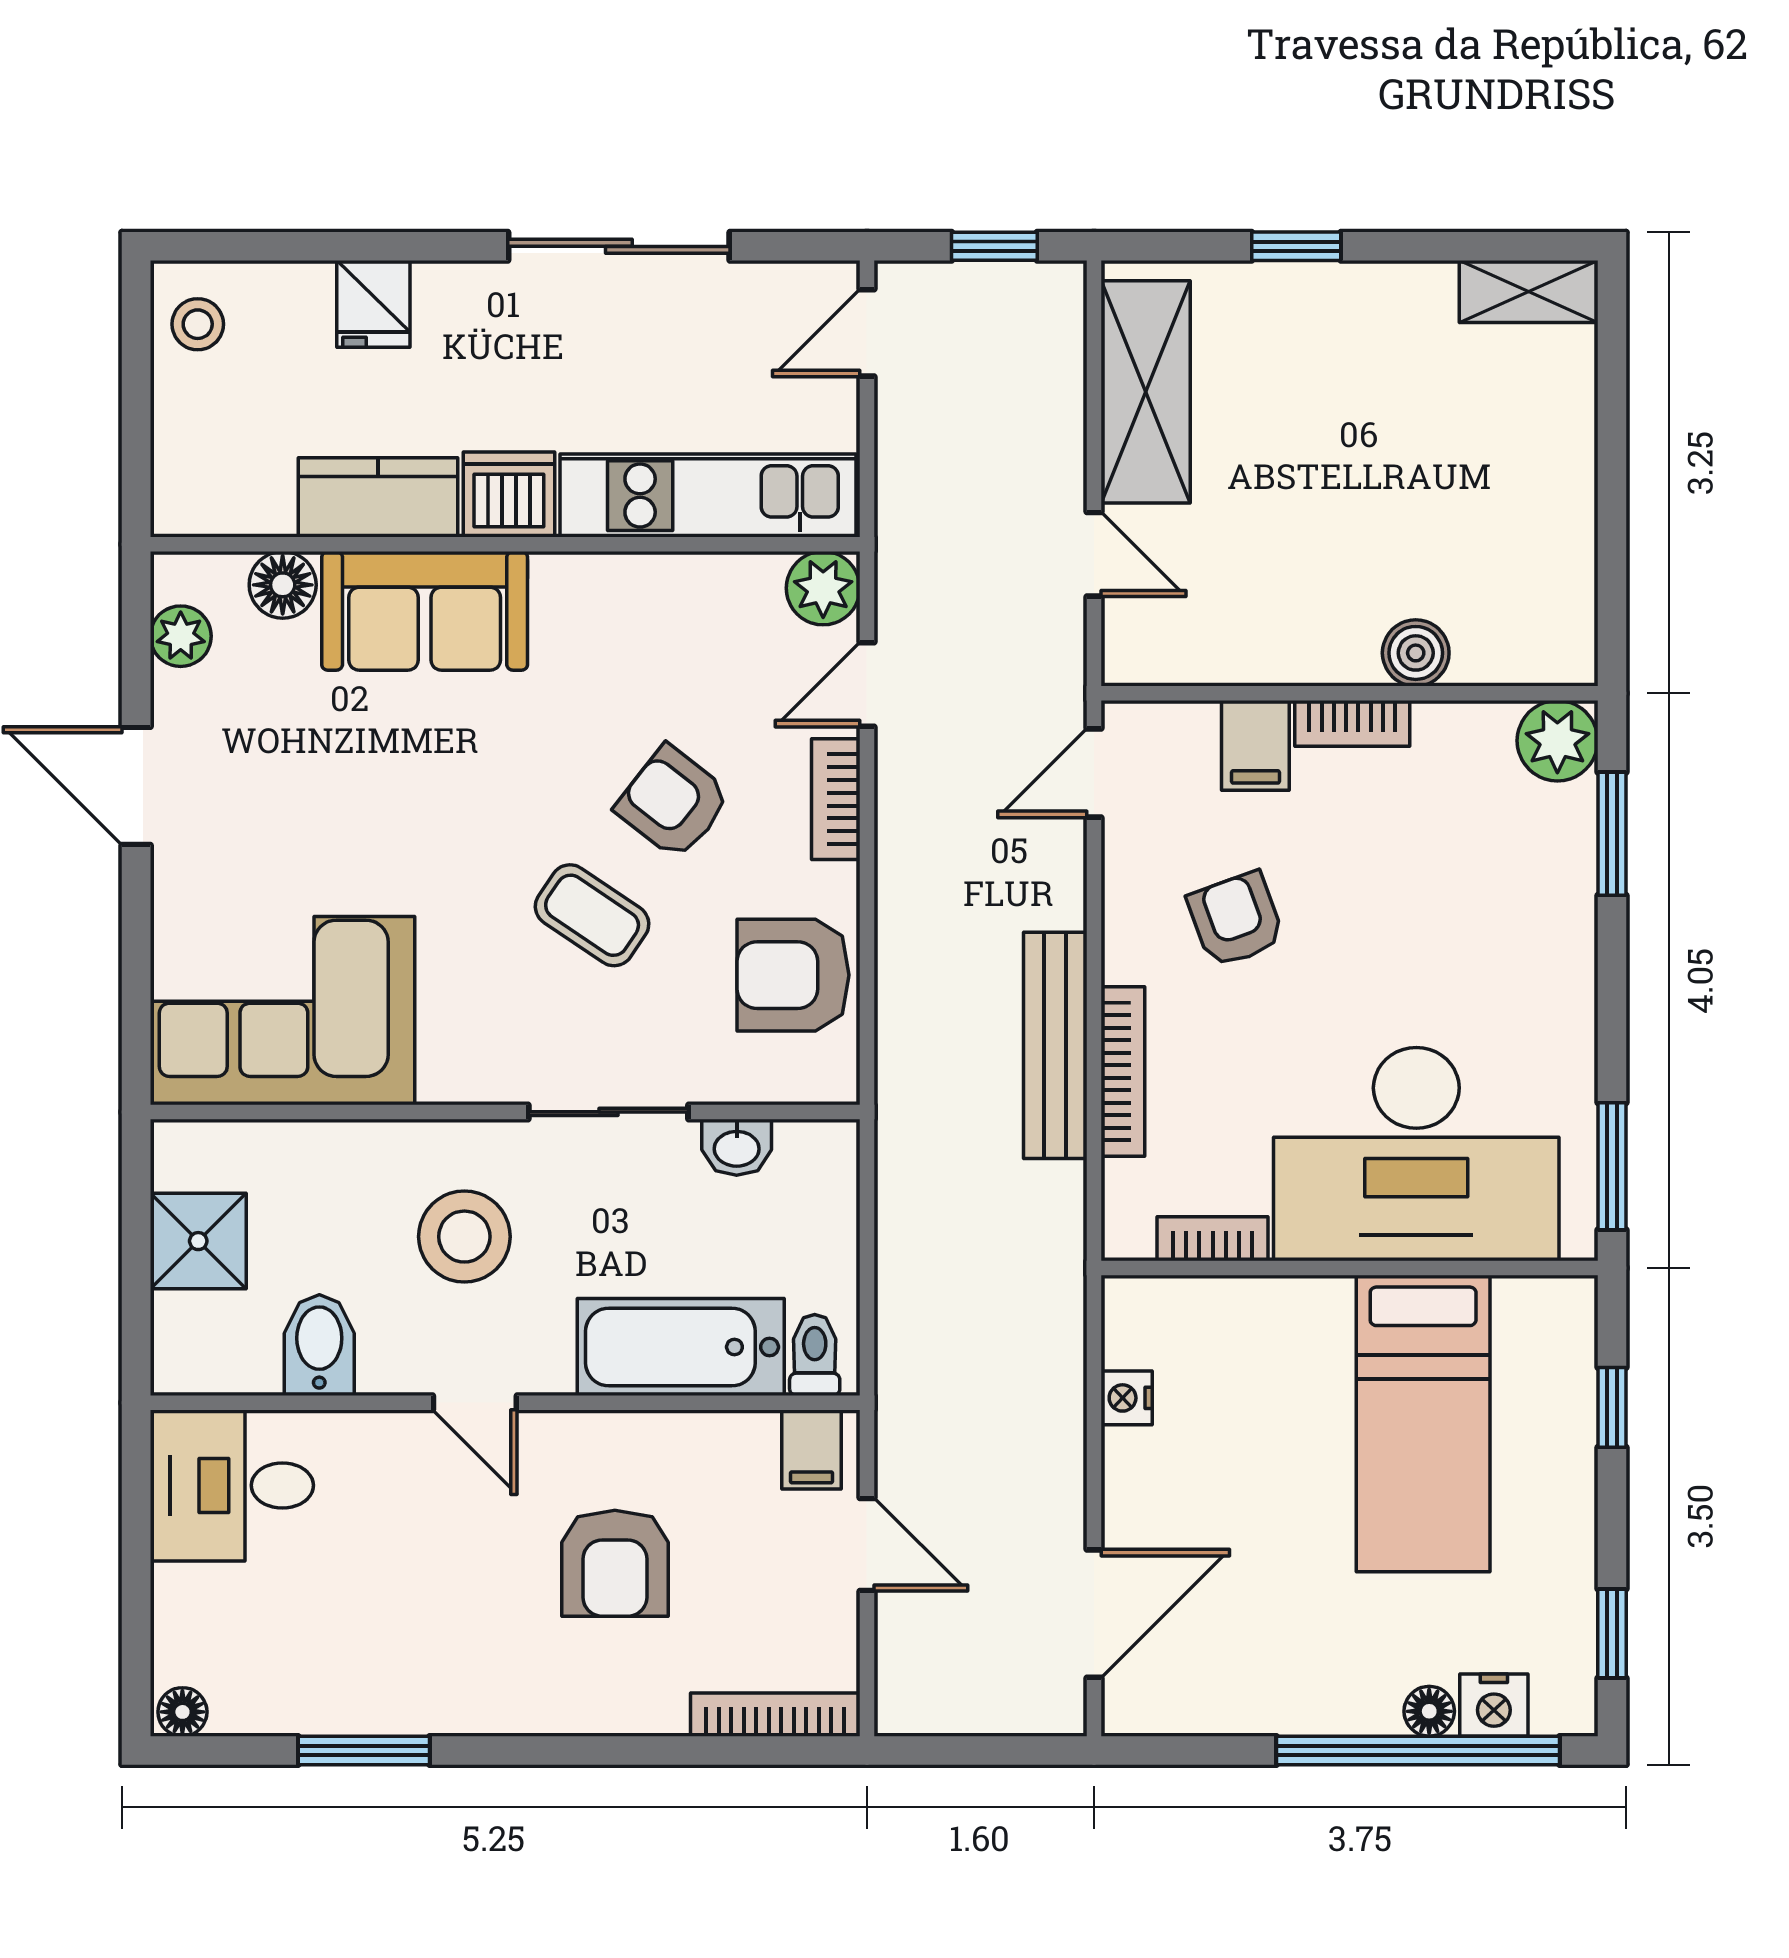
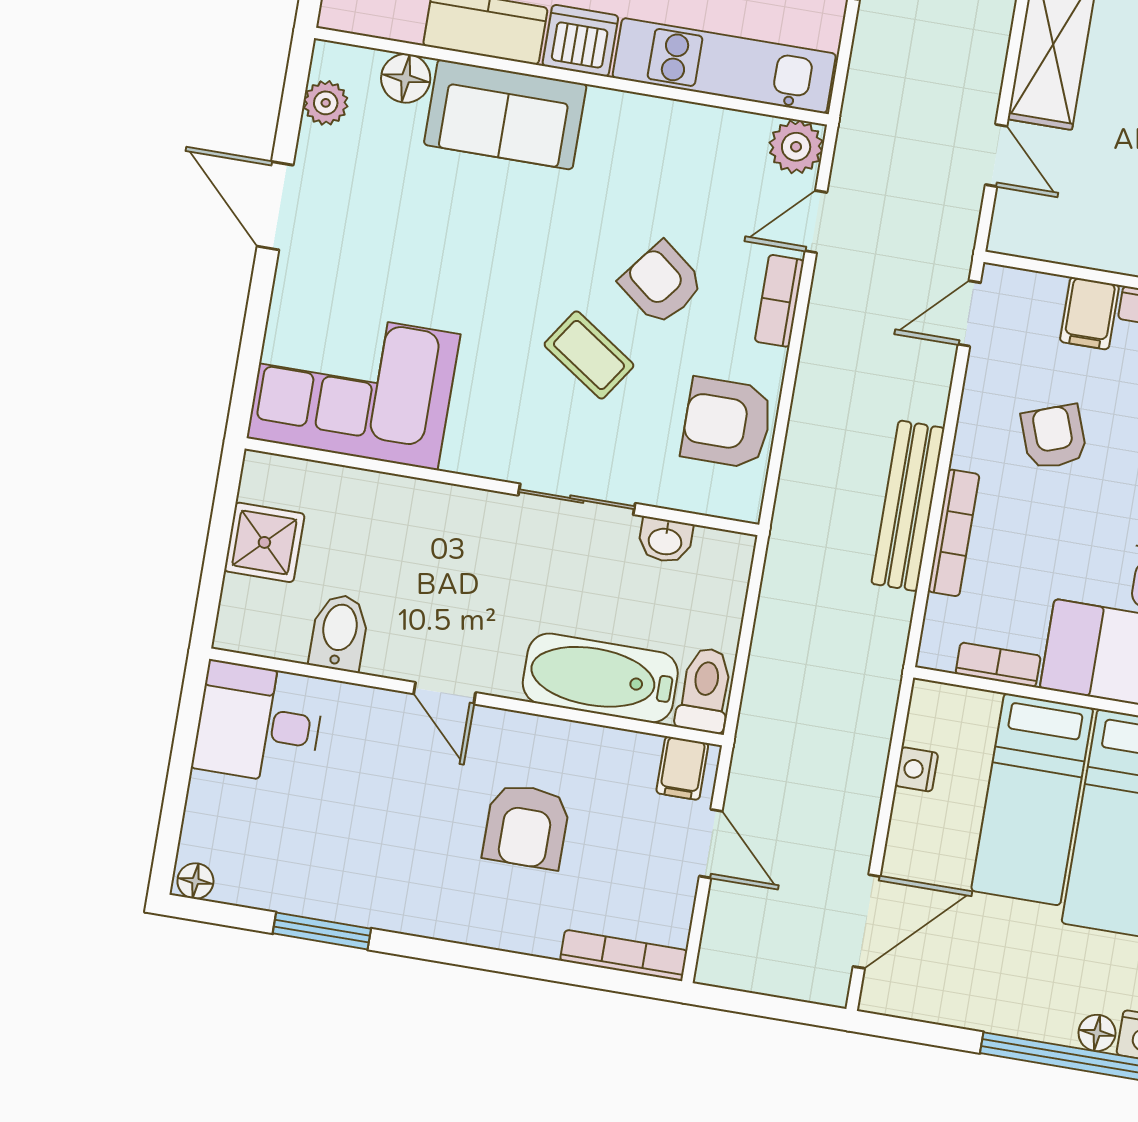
stool: (464, 1237) -> (457, 572), removed
toilet: (815, 1355) -> (705, 690), width x1.37, depth x1.39
bed: (1289, 1412) -> (1032, 799), added

